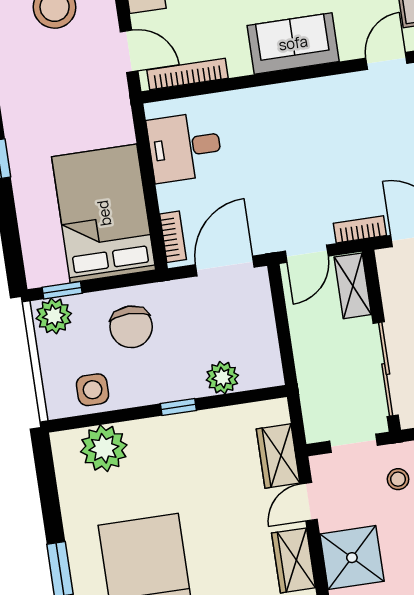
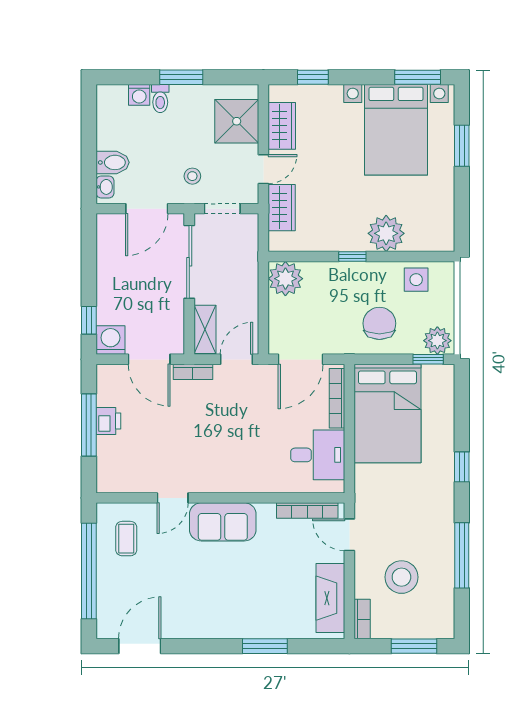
door: (386, 61) -> (173, 498), moved
bookcase: (173, 237) -> (337, 398), width x1.56
plant: (222, 378) -> (285, 279), moved, width x1.36, depth x1.36
plant: (104, 448) -> (386, 233), moved

